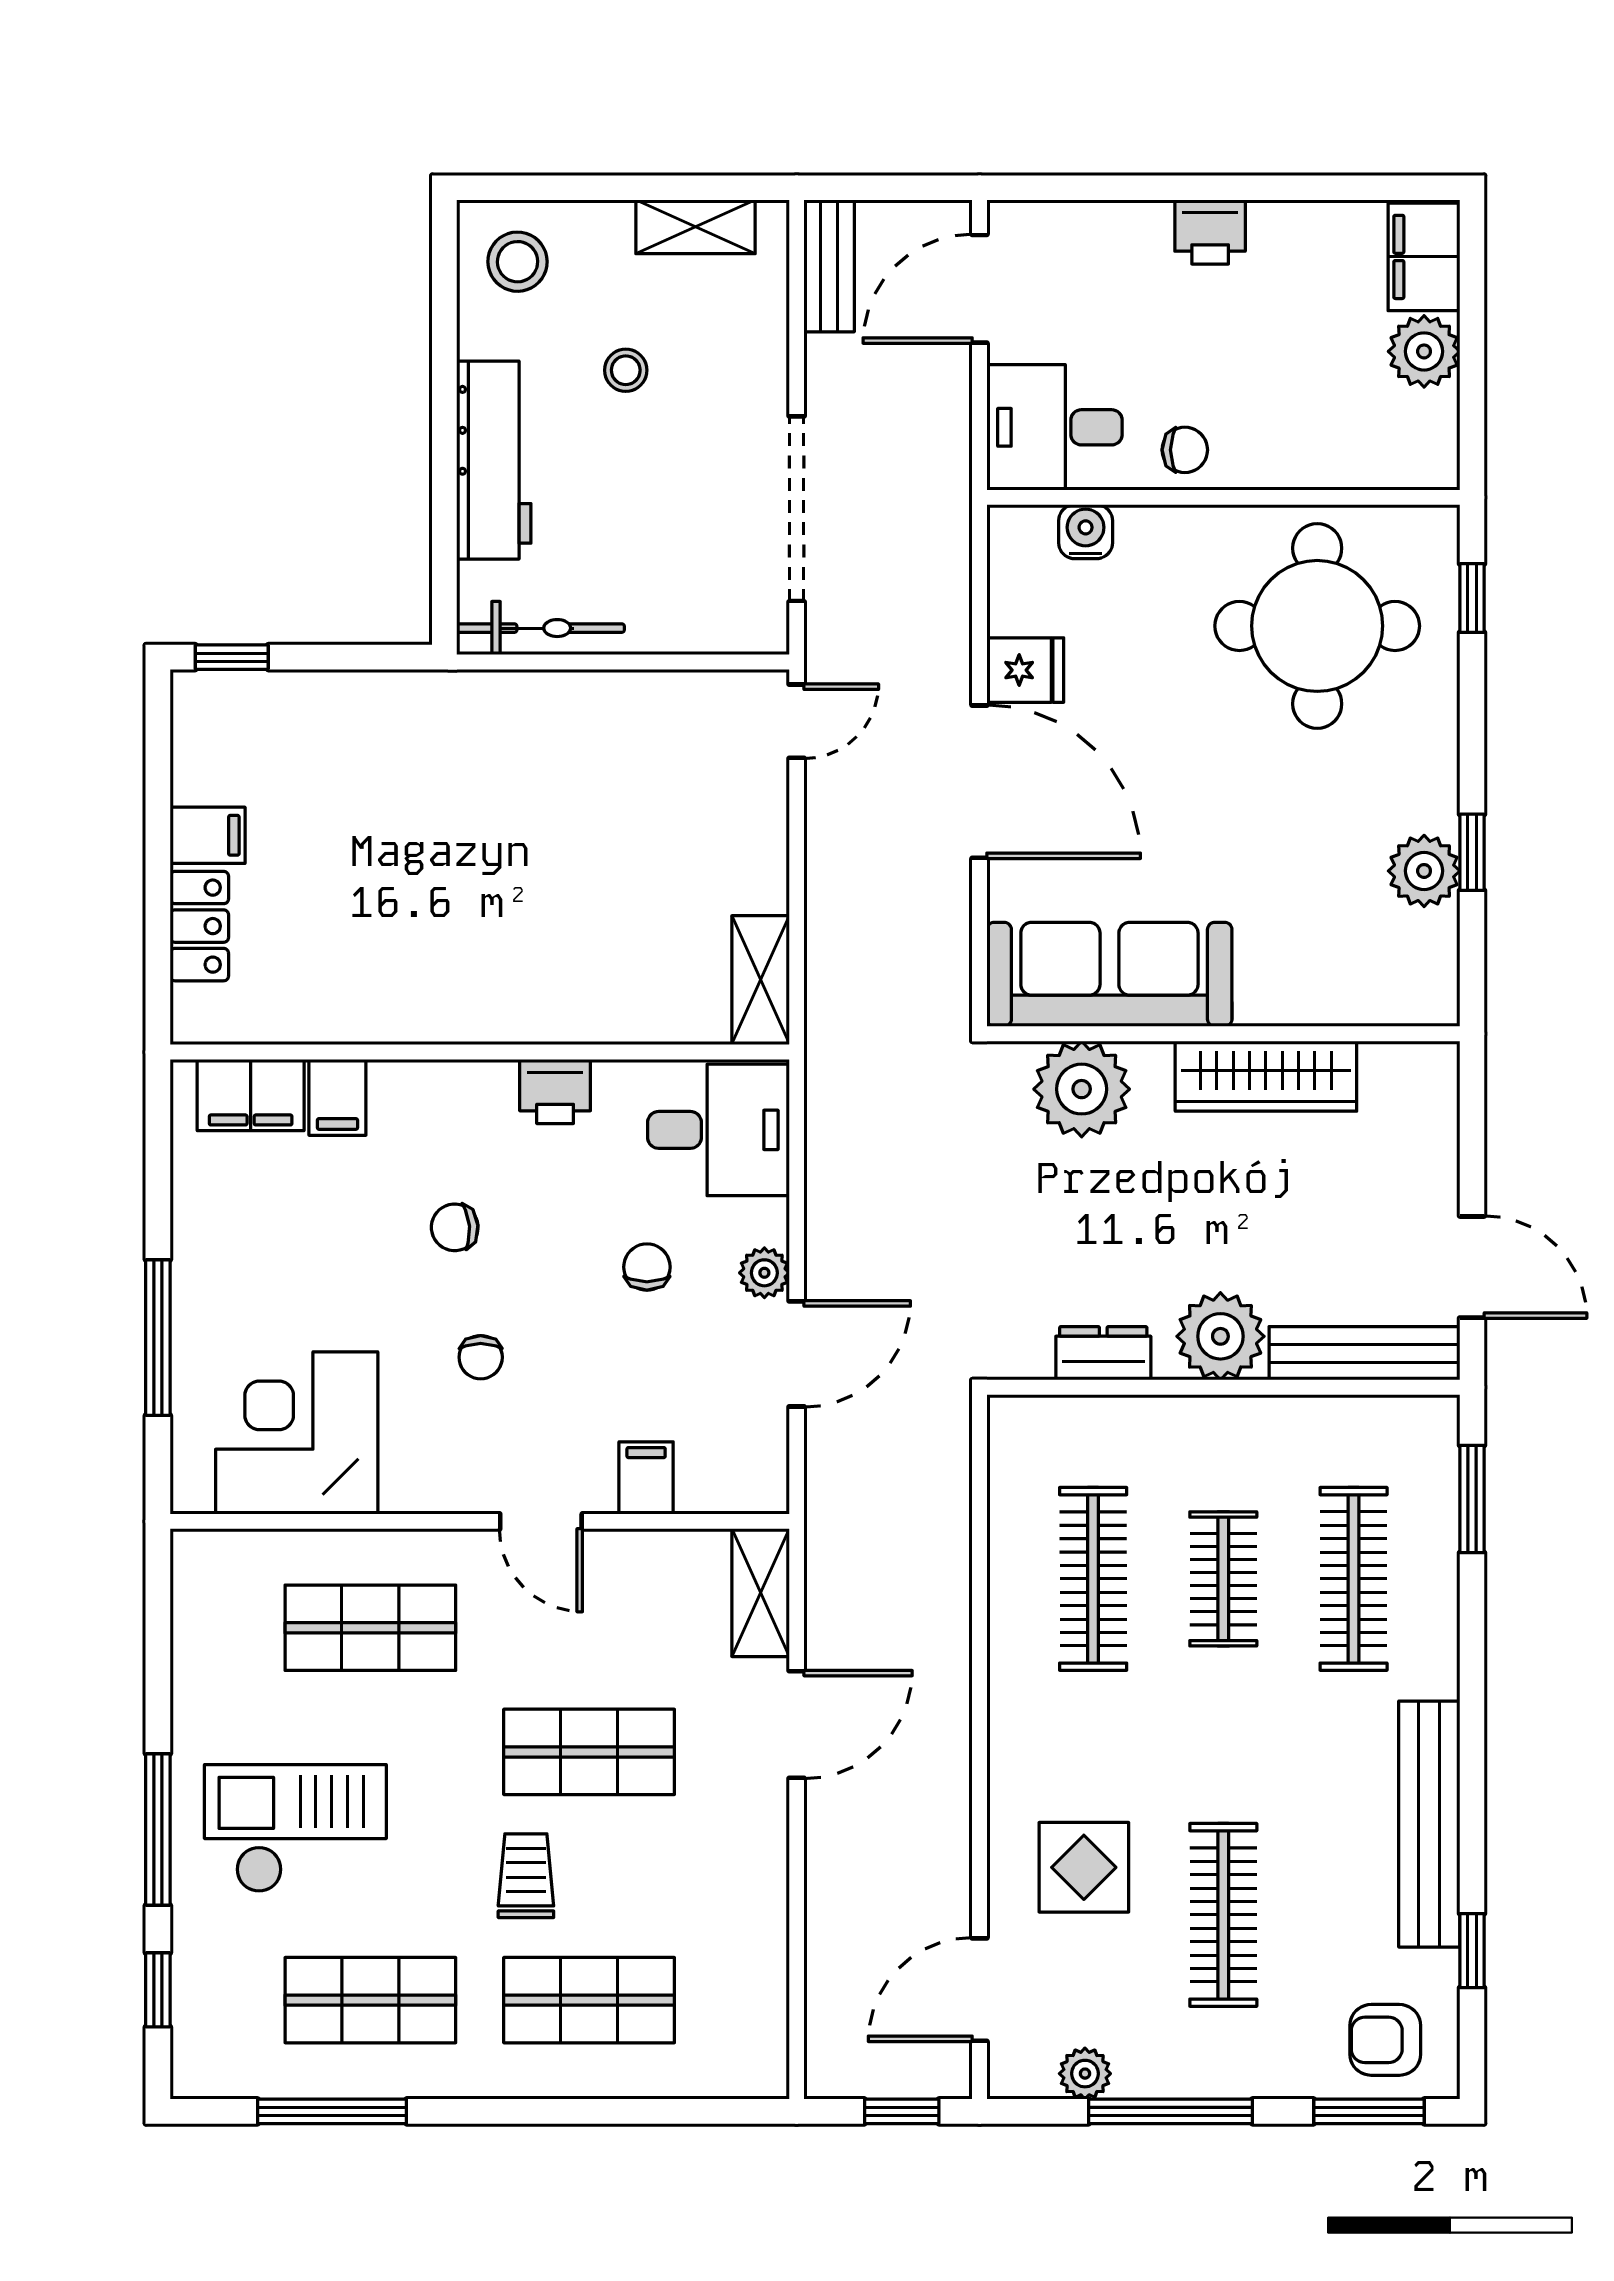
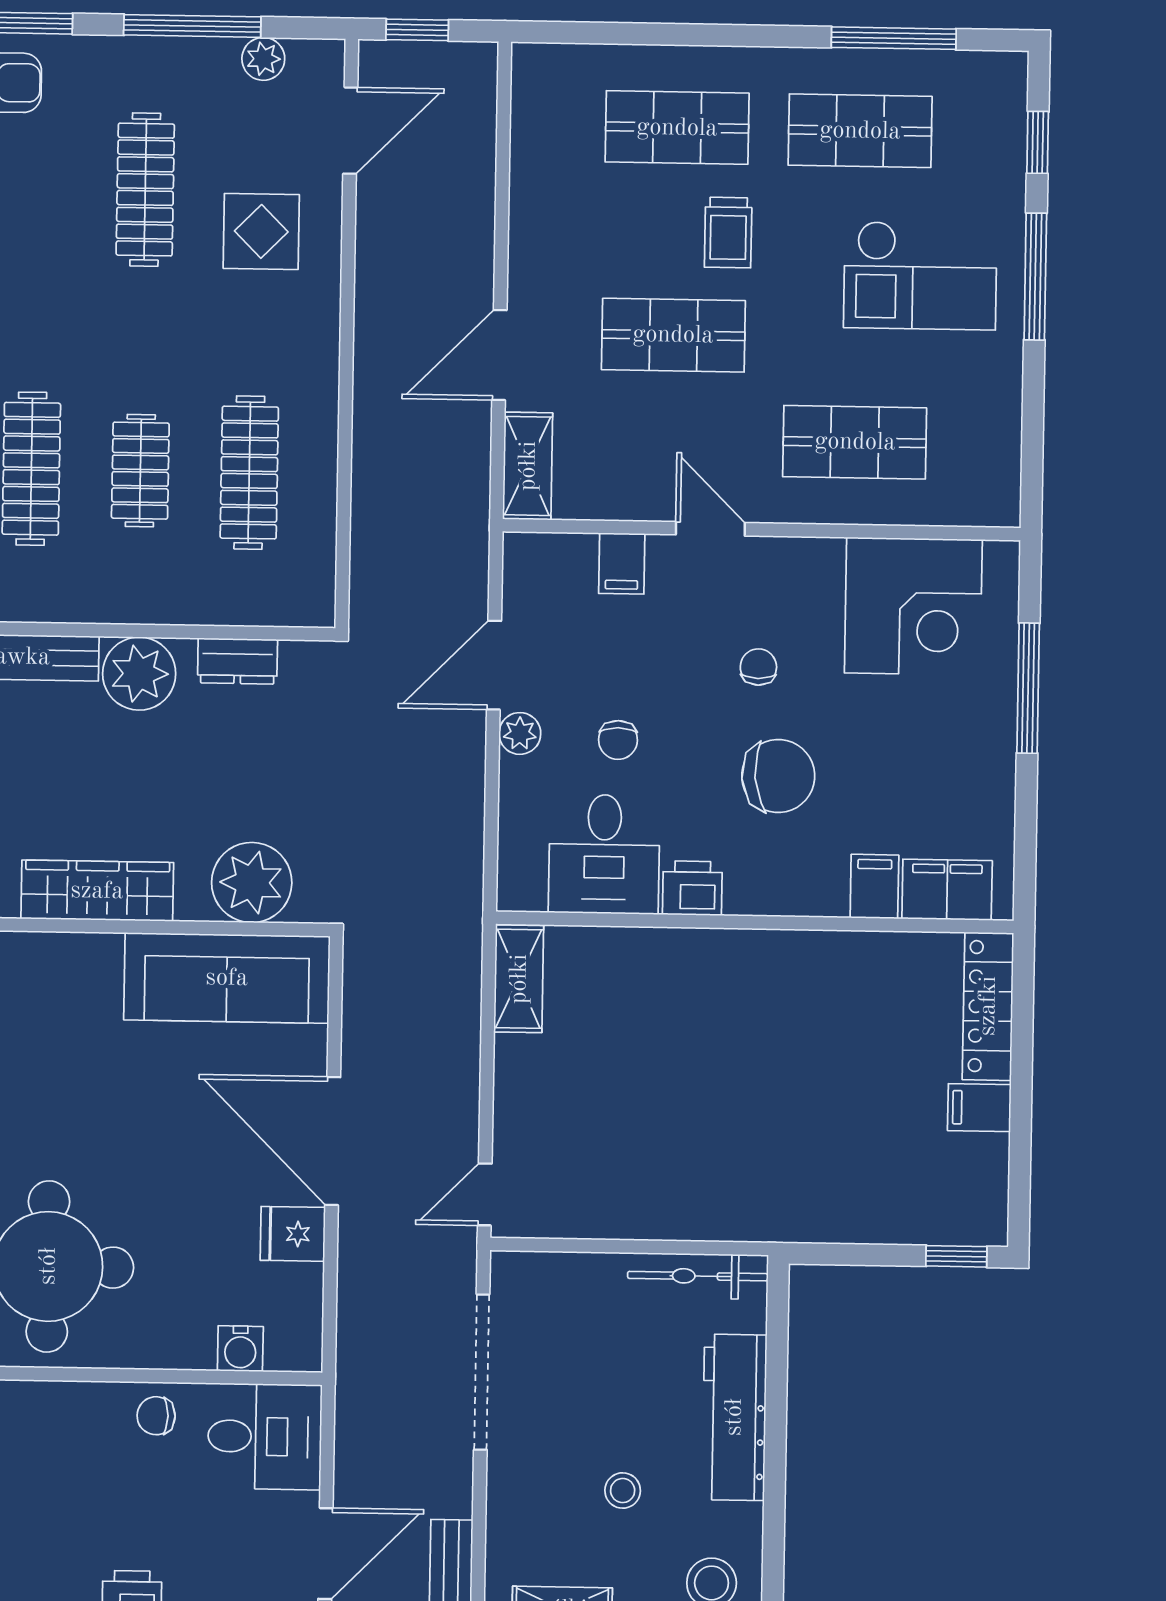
locker: (199, 926) -> (988, 1006), width x1.53
desk: (718, 1130) -> (604, 854), moved, turned -90
chair: (455, 1227) -> (778, 776), width x1.87, depth x1.87

